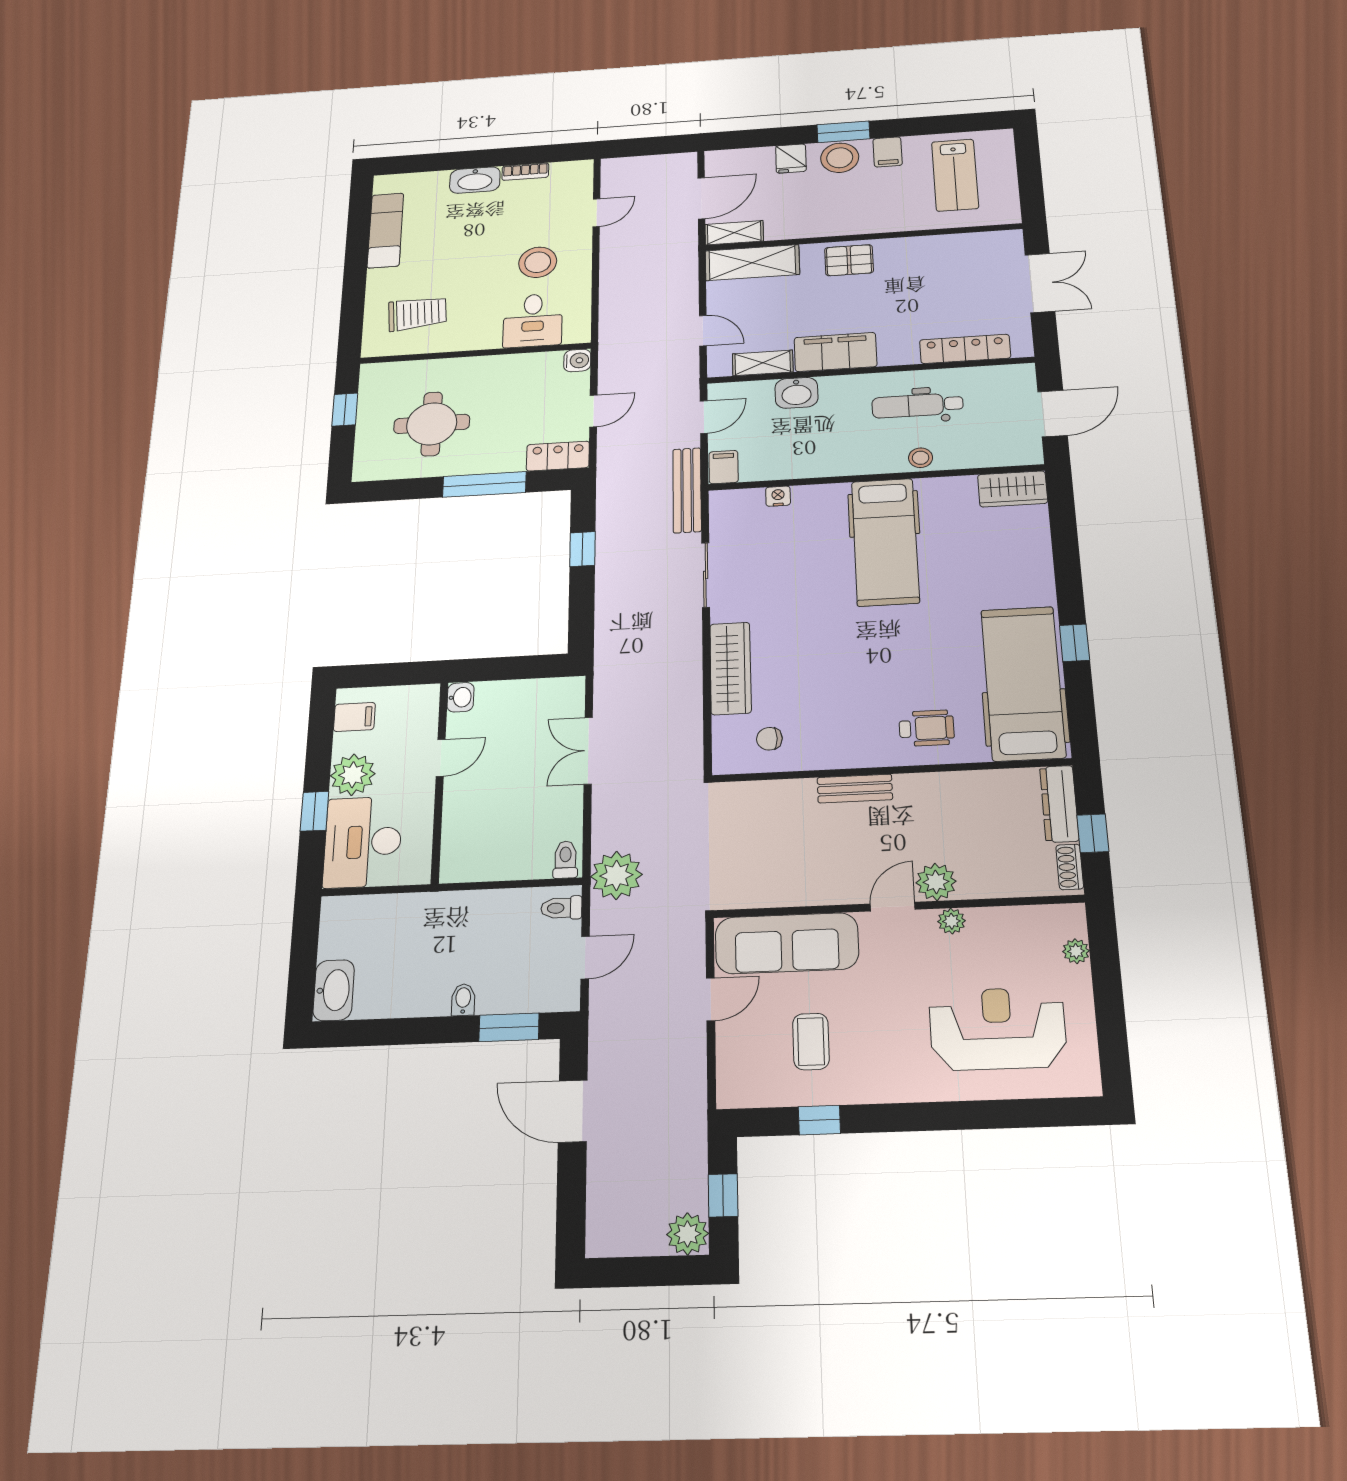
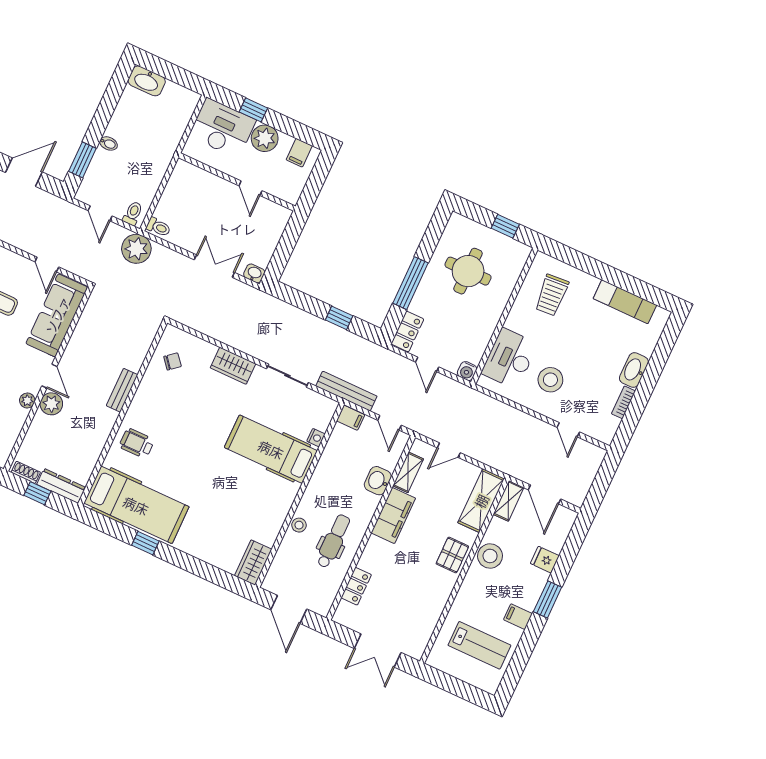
stool: (840, 158) -> (490, 556), moved
lab bench: (955, 175) -> (479, 645), turned 180
desk: (533, 320) -> (510, 359), width x1.37
locker: (965, 349) -> (356, 586), width x0.66
hospital bed: (885, 542) -> (271, 449), moved
wardrobe: (730, 668) -> (233, 366), width x0.67
washbasin: (460, 697) -> (254, 273), moved, turned 180
wheelchair: (927, 728) -> (137, 443), turned 90
chair: (769, 739) -> (173, 361), turned 50

